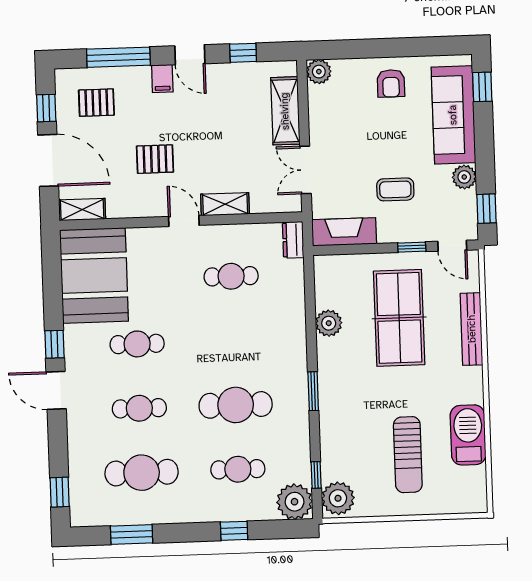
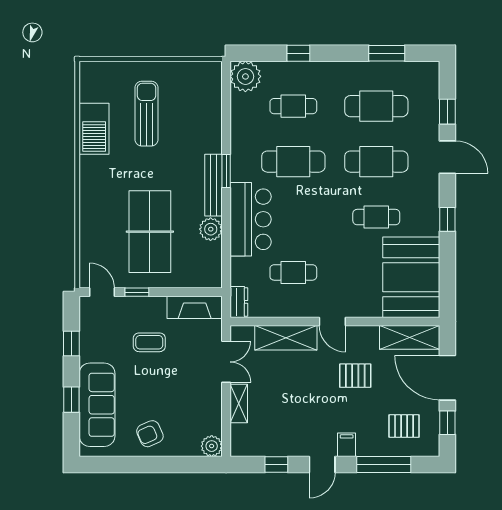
door: (190, 55) -> (322, 464), swing flipped
armchair: (391, 83) -> (150, 434), turned -114
window: (482, 87) -> (71, 400), moved
shelving: (285, 111) -> (239, 404), width x0.67, depth x0.75
plant: (464, 177) -> (90, 351), removed
shelving: (225, 204) -> (286, 338), width x1.50, depth x1.33
window: (486, 209) -> (71, 343), moved
shelving: (82, 210) -> (410, 337), width x1.50, depth x1.33
bench: (472, 329) -> (214, 185), moved
bar counter: (283, 336) -> (251, 219), added
door: (56, 390) -> (447, 157), moved
cafe table: (139, 408) -> (376, 162), width x1.37, depth x1.35
window: (316, 475) -> (226, 99), removed
window: (60, 492) -> (447, 112), moved
plant: (338, 498) -> (208, 78), removed

